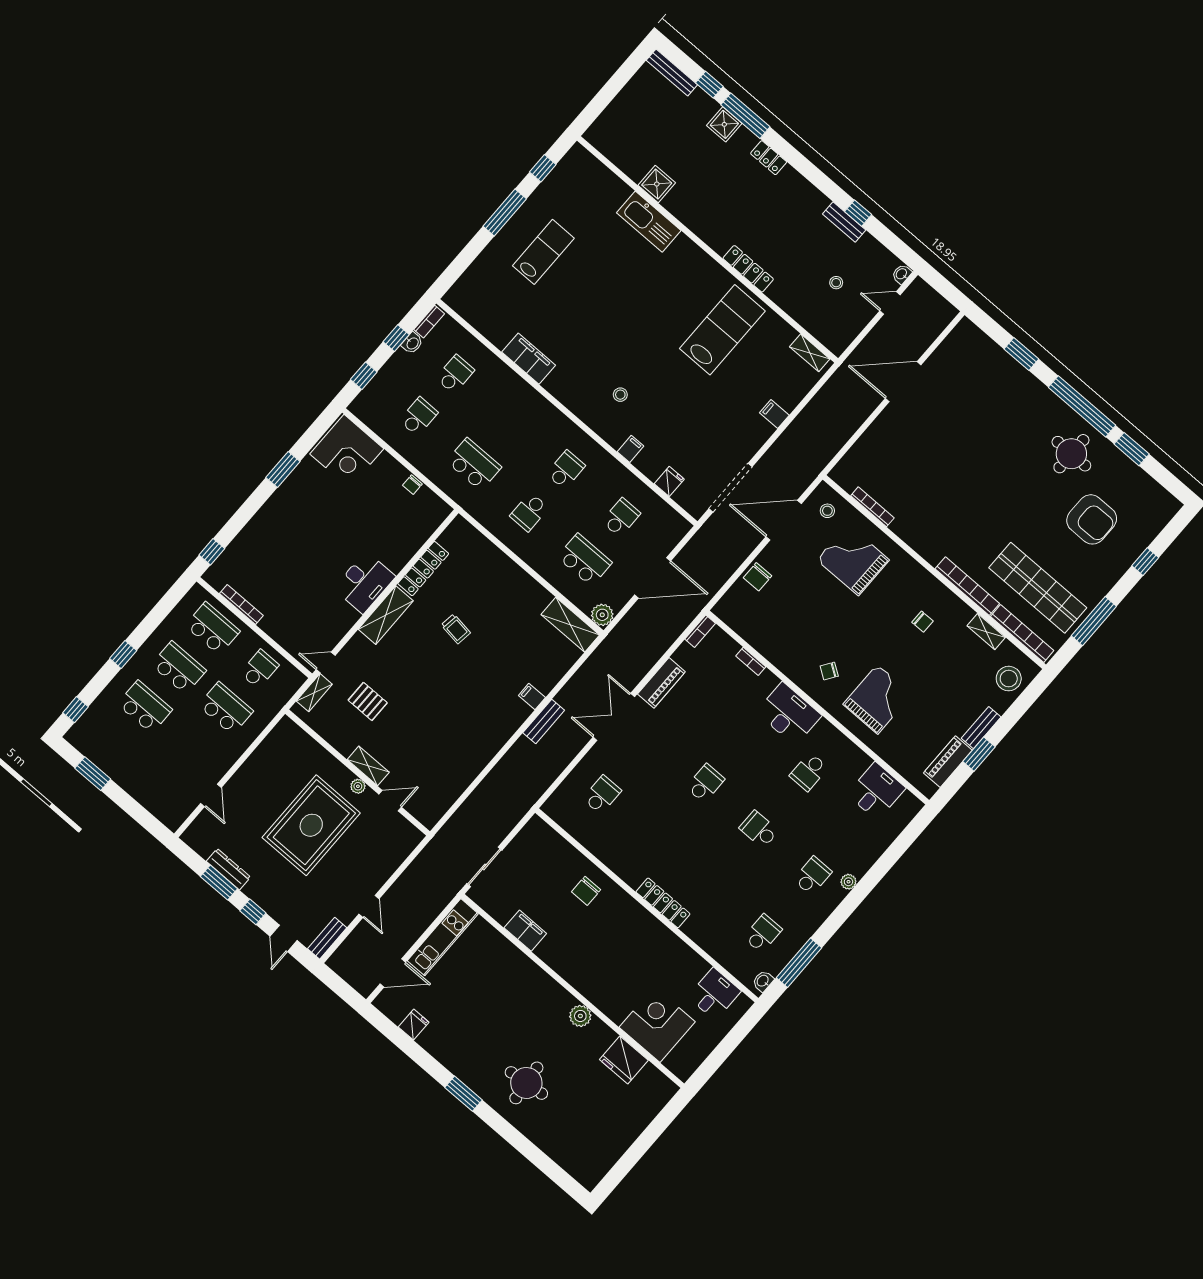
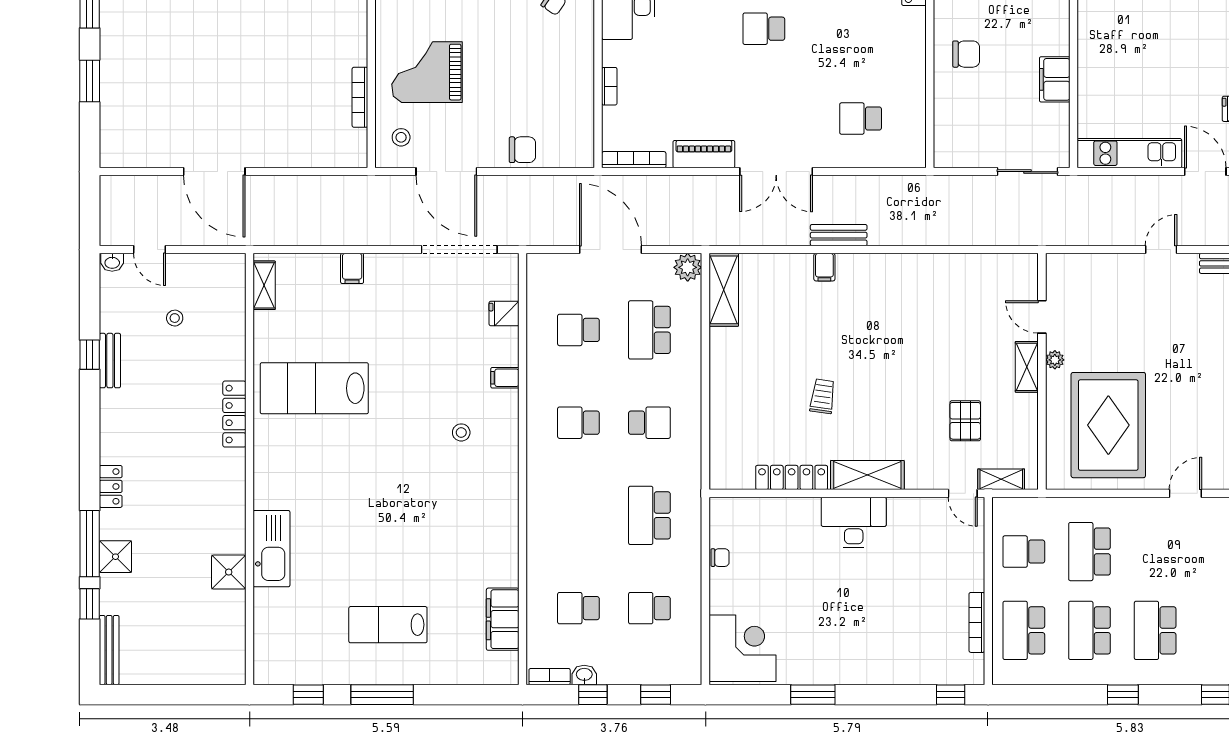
filing cabinet: (529, 359) -> (503, 619), moved
grand piano: (853, 560) -> (427, 72), turned 90
bookcase: (700, 631) -> (634, 160), width x1.56
rug: (311, 825) -> (1108, 425), moved, turned 90

